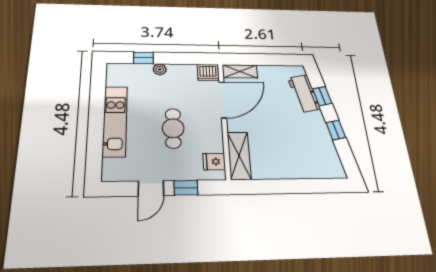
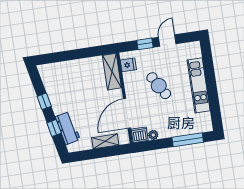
window: (143, 58) -> (188, 140), width x2.17
plant: (160, 69) -> (153, 135), moved
shelving: (240, 71) -> (105, 141), moved
cafe table: (173, 128) -> (159, 86), turned -31

